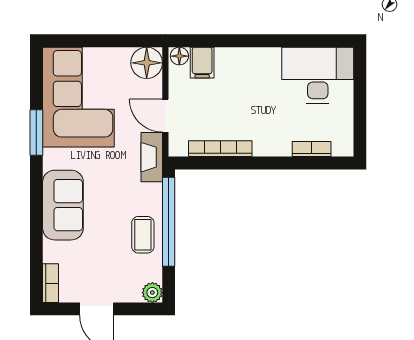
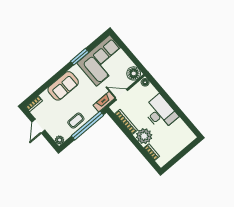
filing cabinet: (202, 63) -> (149, 92), removed
desk: (318, 75) -> (160, 113), moved
door: (165, 116) -> (122, 95), hinge flipped
plant: (272, 138) -> (144, 136), added

